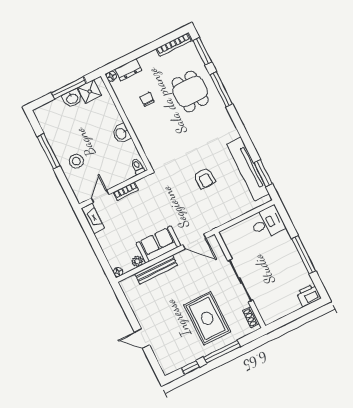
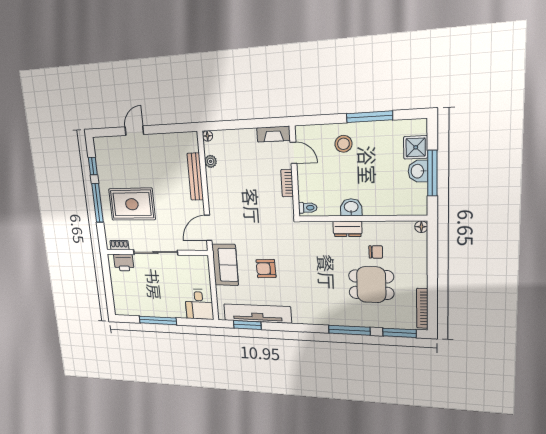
dresser: (128, 70) -> (347, 229), moved, turned -90
shower: (90, 91) -> (416, 147), moved
dining table: (190, 91) -> (371, 285), moved
sofa: (158, 244) -> (225, 265), moved
printer: (309, 295) -> (124, 263), moved, turned 90

